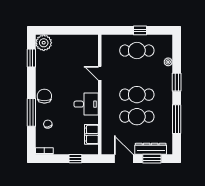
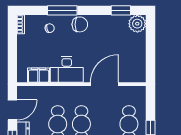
door: (100, 73) -> (104, 84), width x1.88
desk: (86, 104) -> (67, 69), width x1.37
window: (75, 159) -> (12, 58), removed

